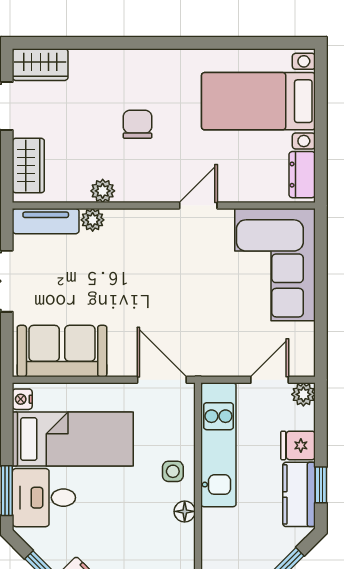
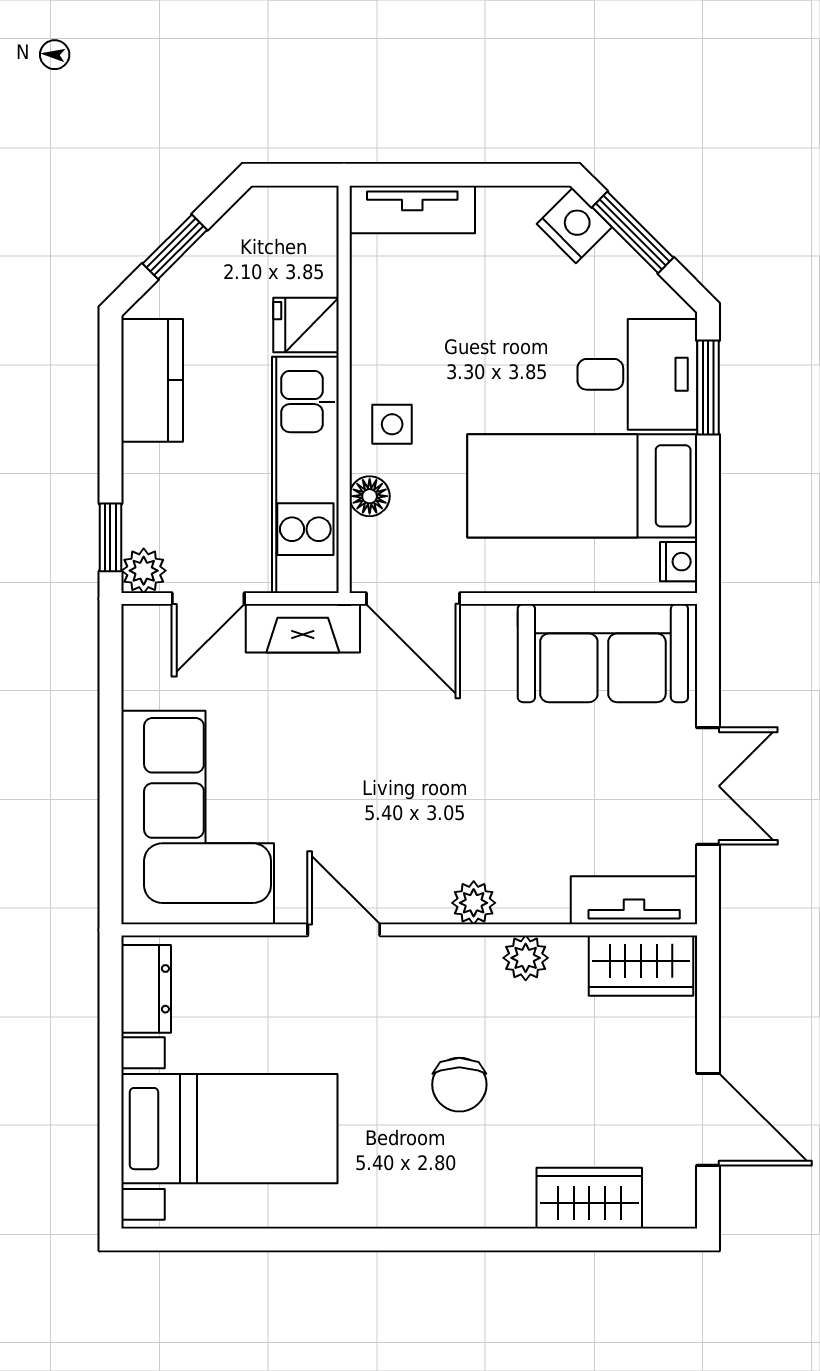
wardrobe: (40, 65) -> (589, 1198), moved
wardrobe: (28, 166) -> (641, 966), moved, turned -90
door: (198, 206) -> (344, 930), swing flipped
plant: (93, 220) -> (474, 903), moved
fireplace: (220, 364) -> (303, 628), added
fridge: (298, 445) -> (306, 325), moved, turned 180
window: (321, 485) -> (110, 537), moved
floor lamp: (185, 511) -> (370, 496), moved

